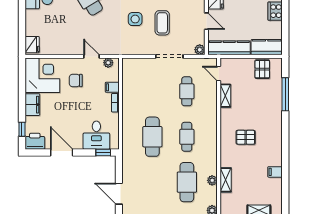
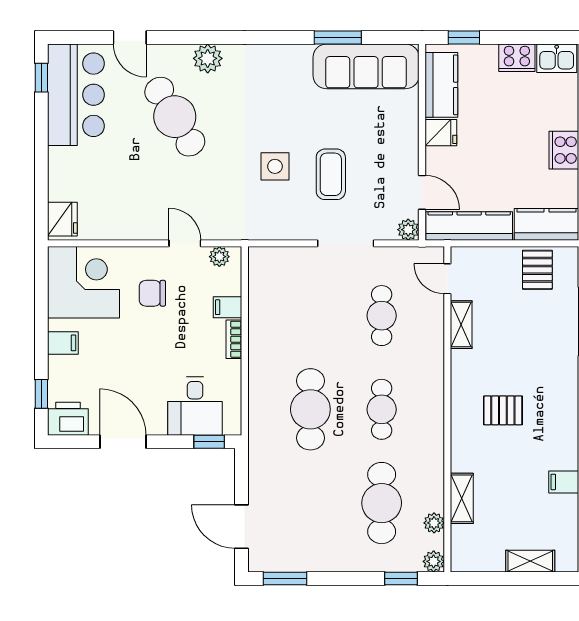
door: (206, 21) -> (422, 192), moved
filing cabinet: (32, 105) -> (63, 343), width x0.50
plant: (212, 180) -> (434, 523), moved

